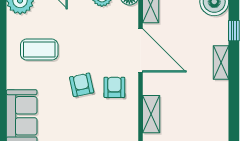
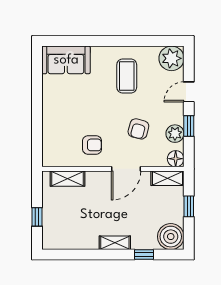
door: (141, 50) -> (126, 169), width x0.73
armchair: (82, 85) -> (138, 129), moved, turned 117

